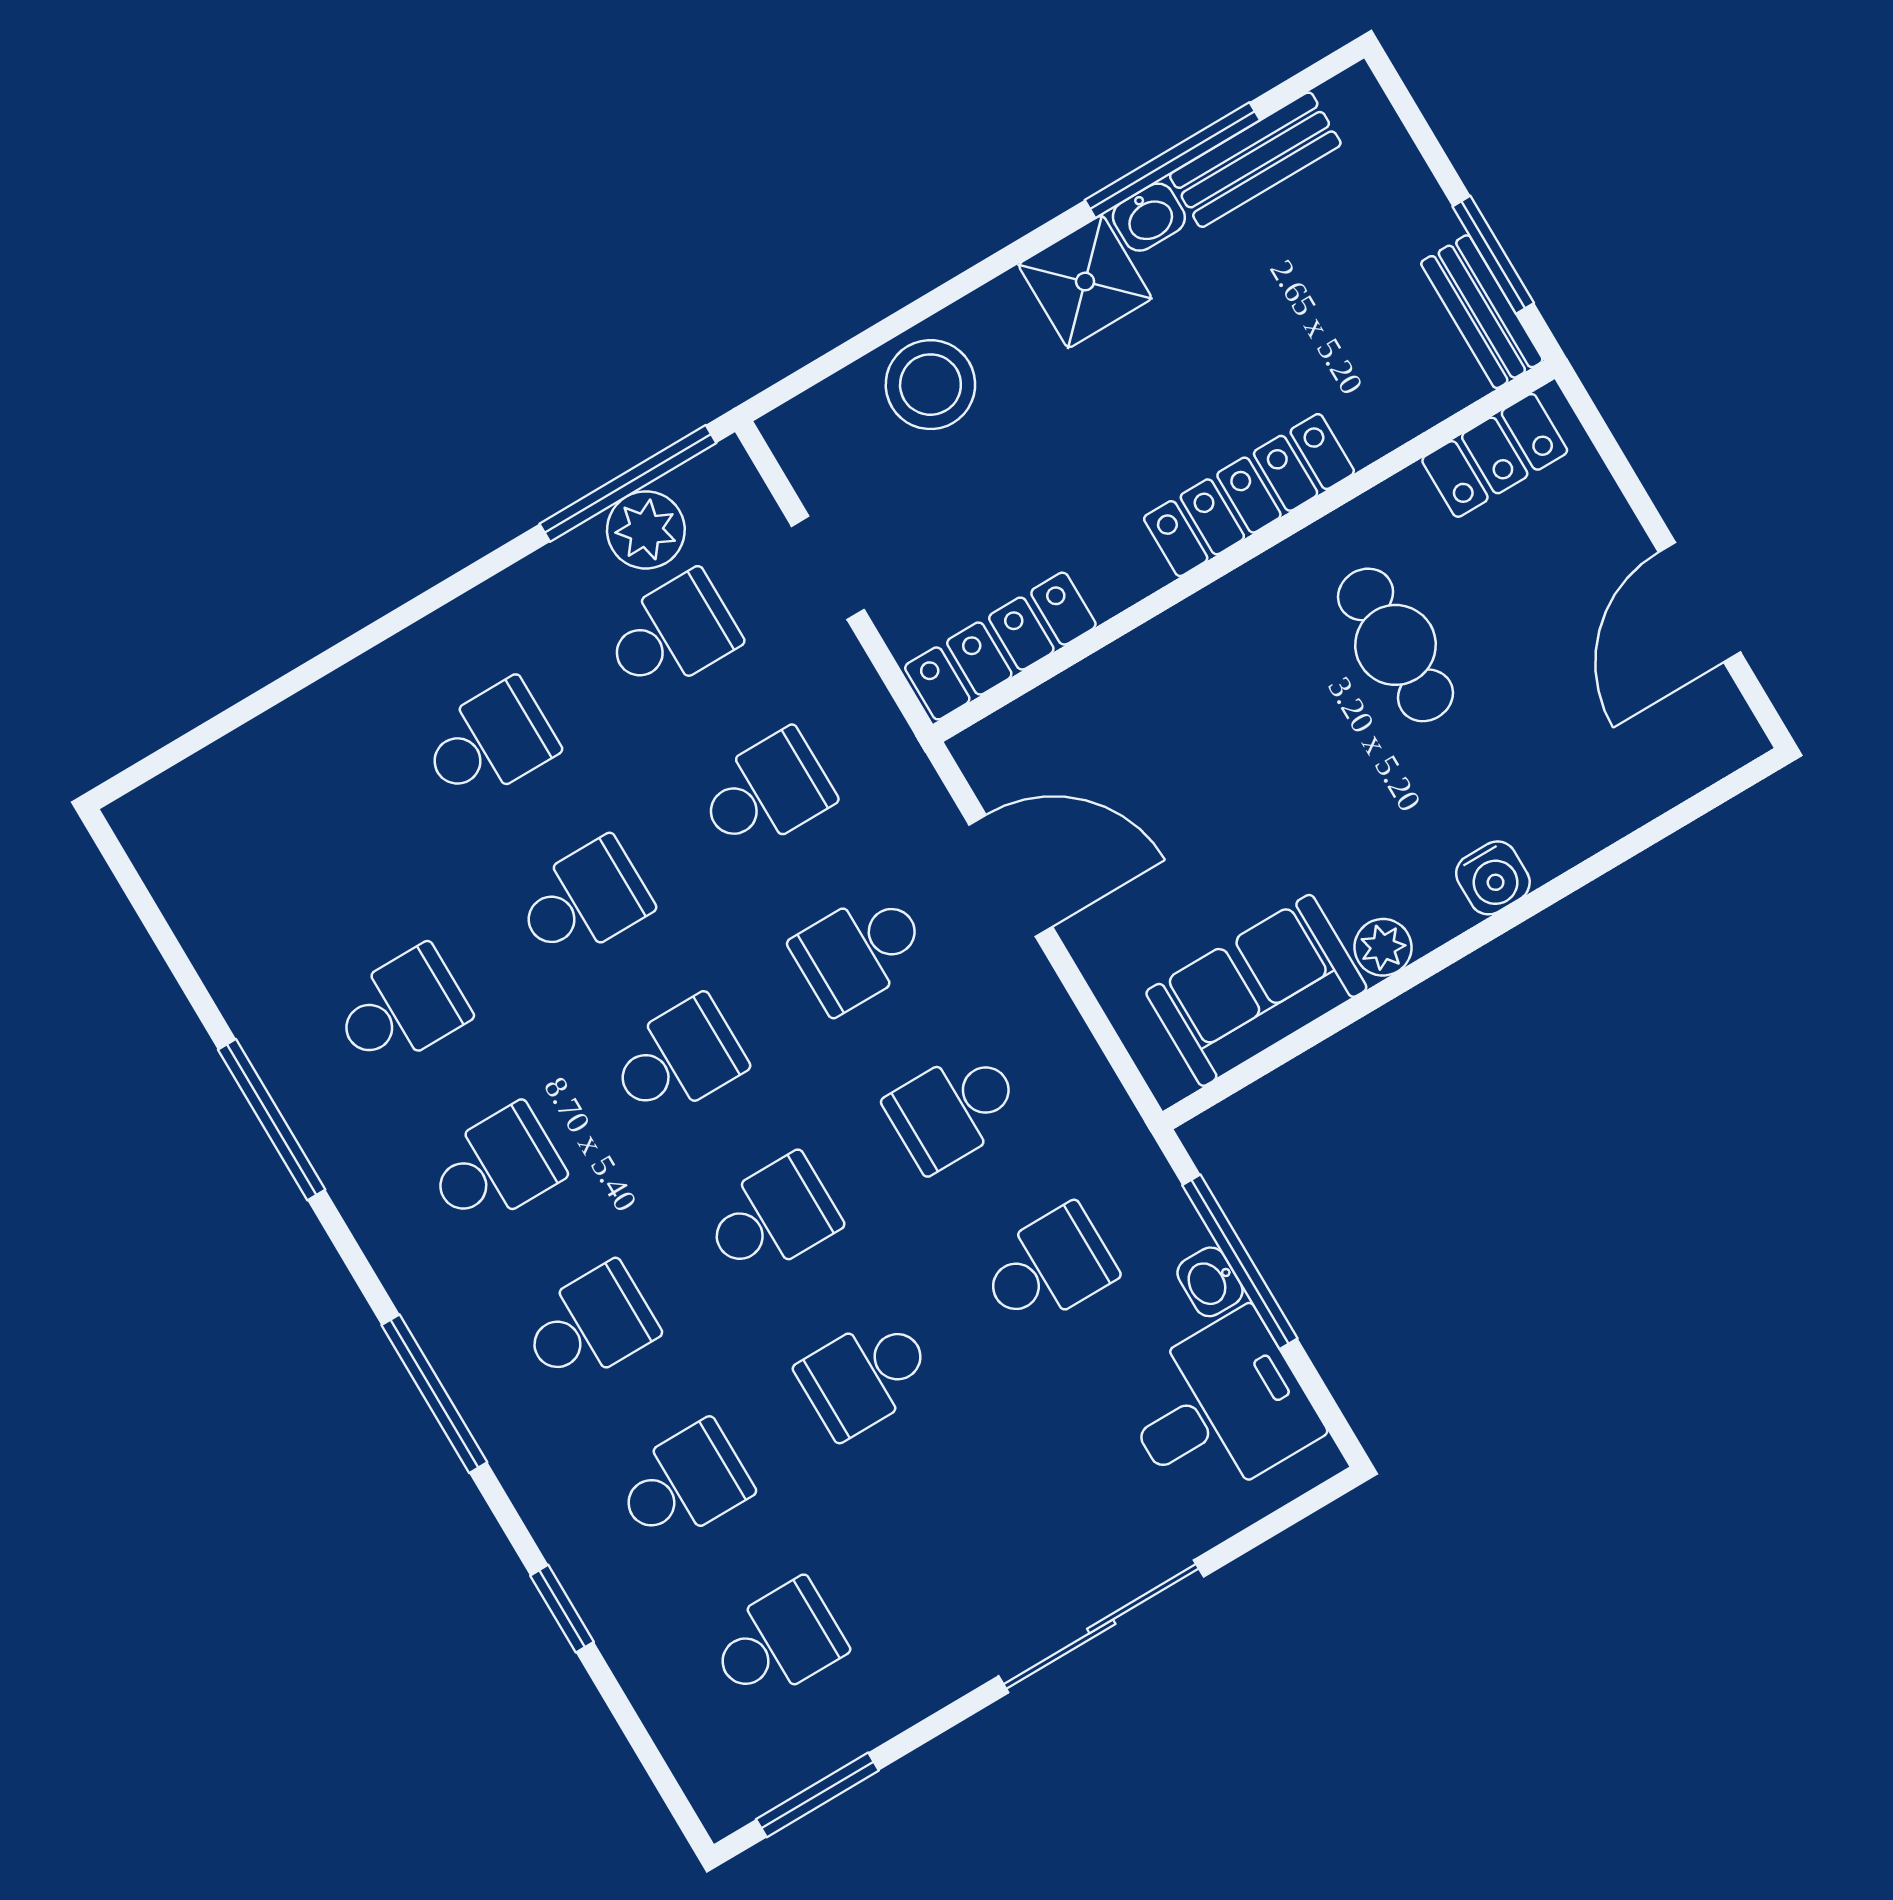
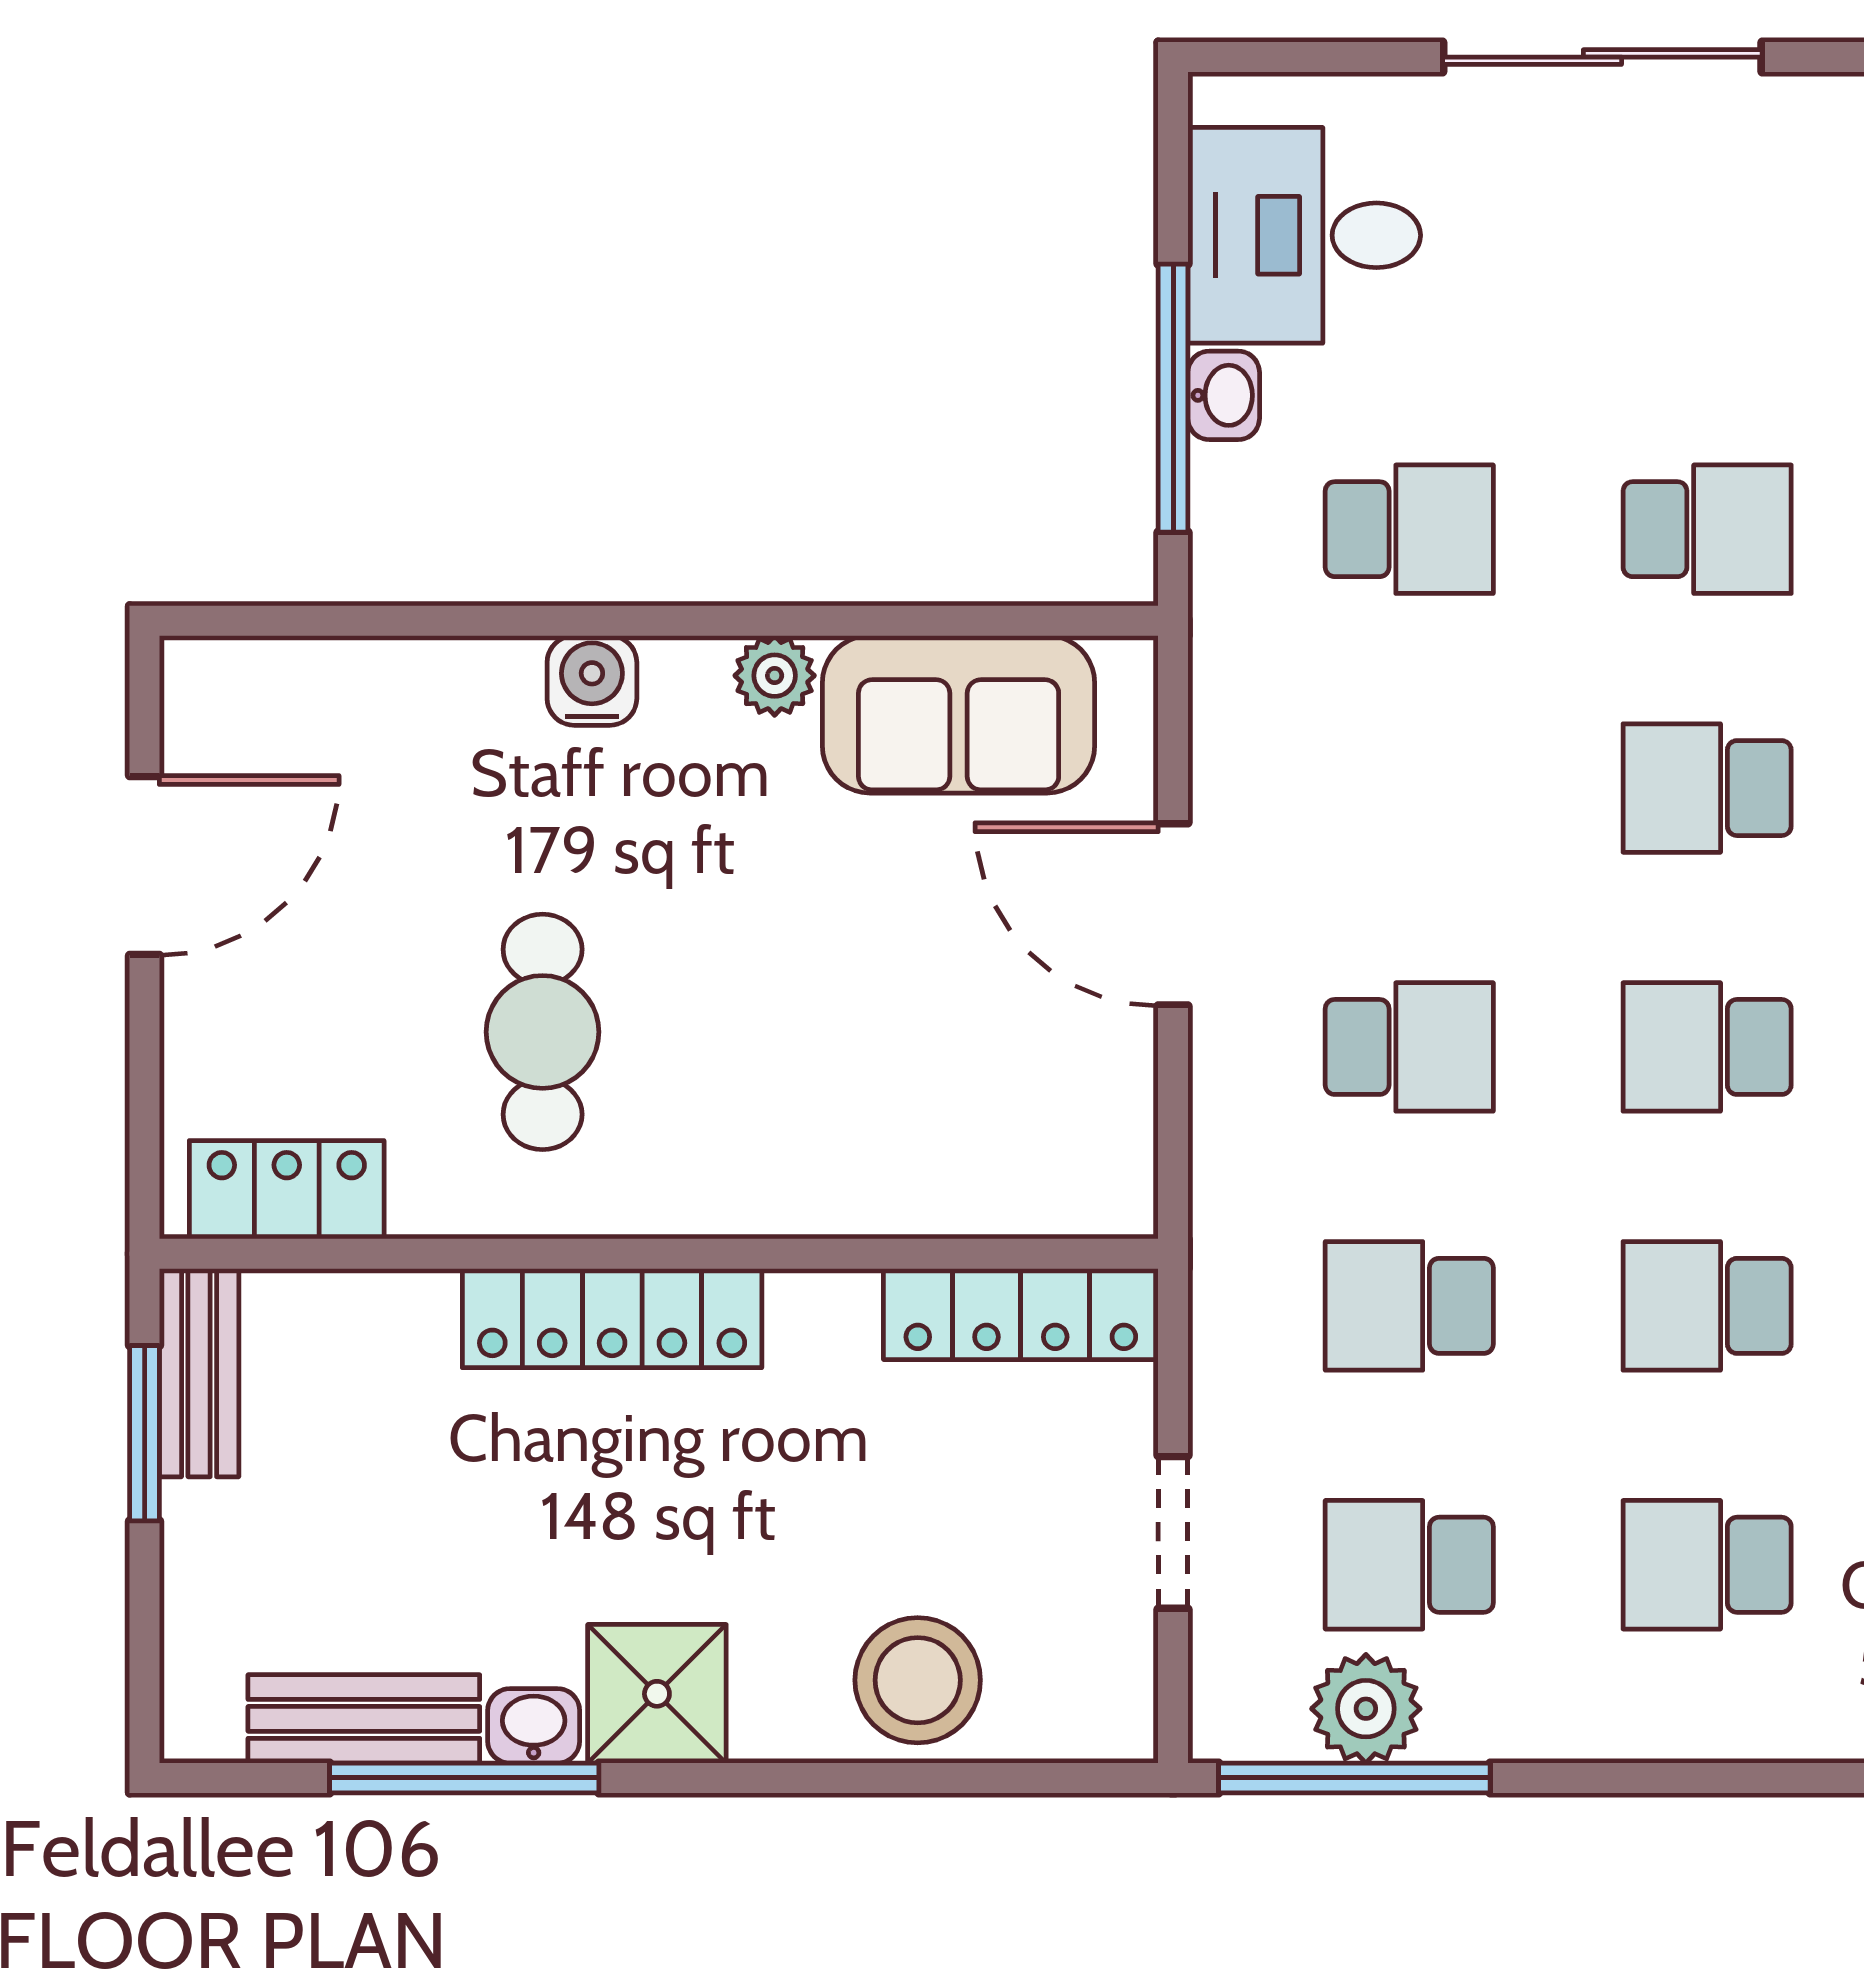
door: (1011, 876) -> (1173, 914), moved
school desk: (954, 1109) -> (1409, 788), removed
school desk: (1048, 1267) -> (1409, 529), turned 180

